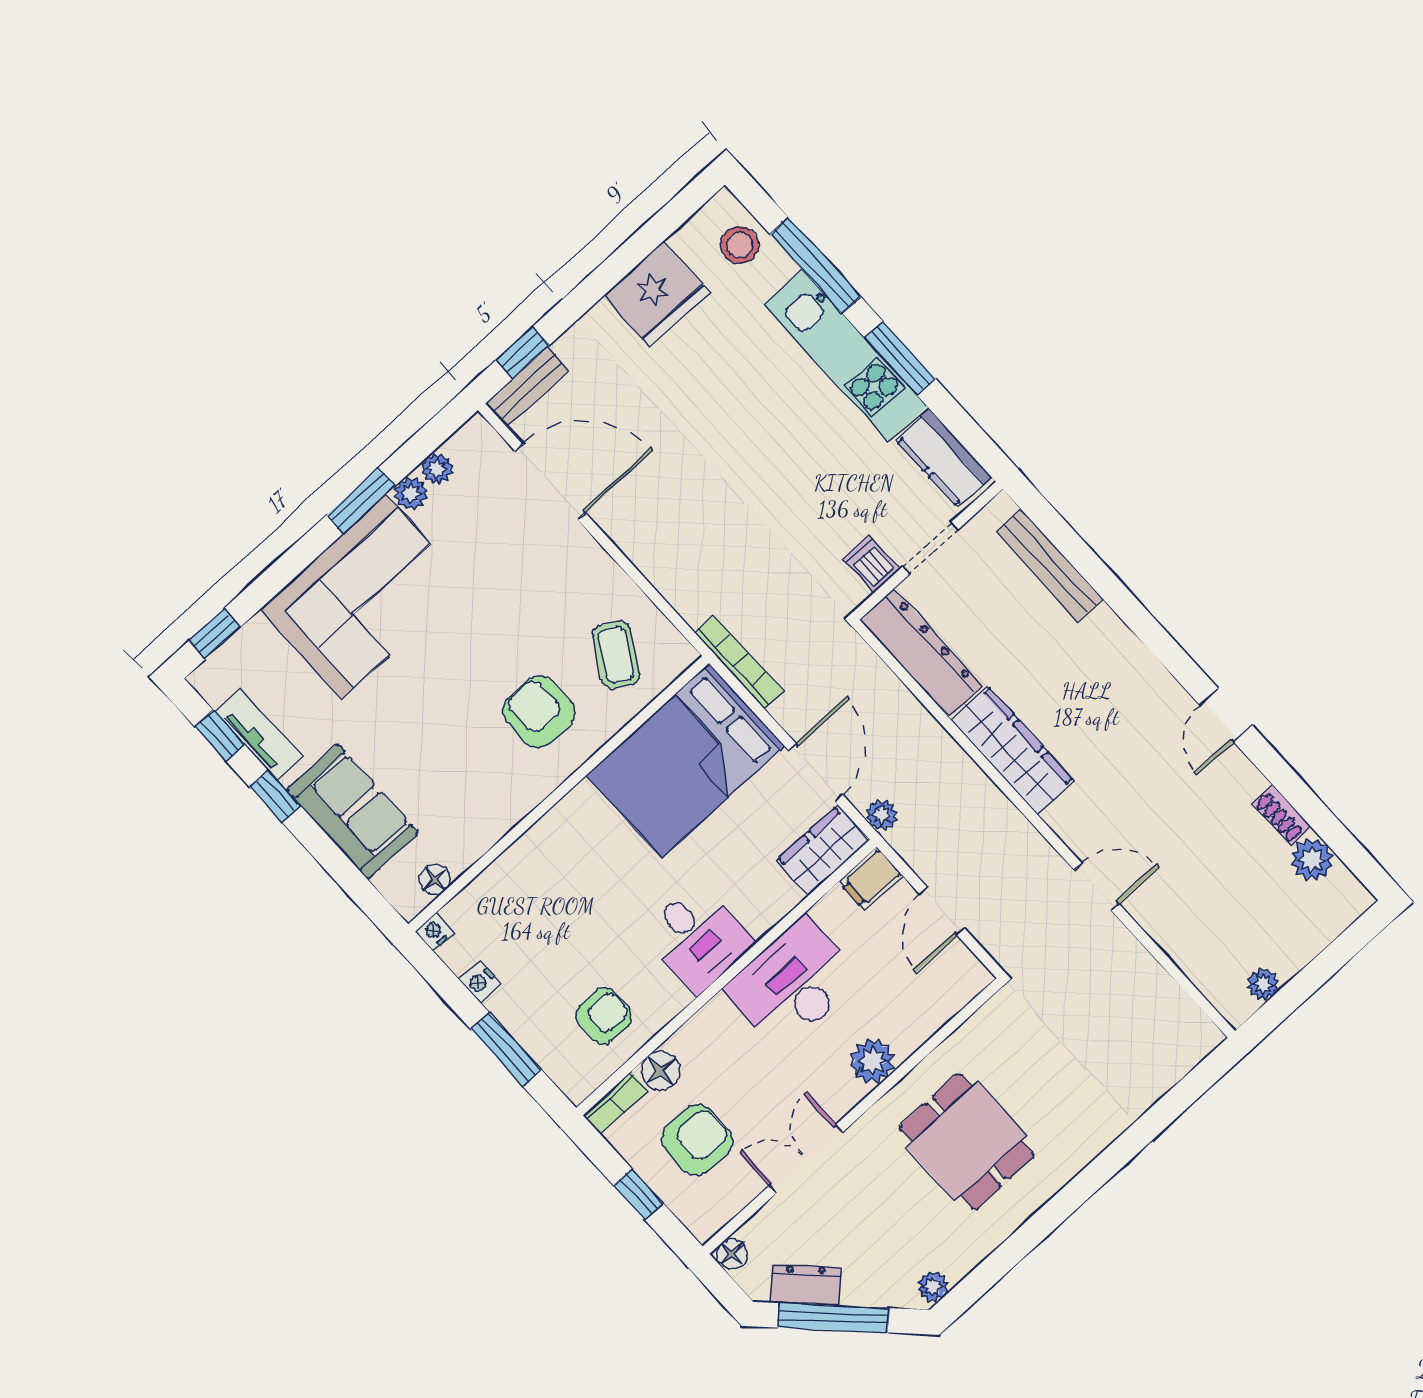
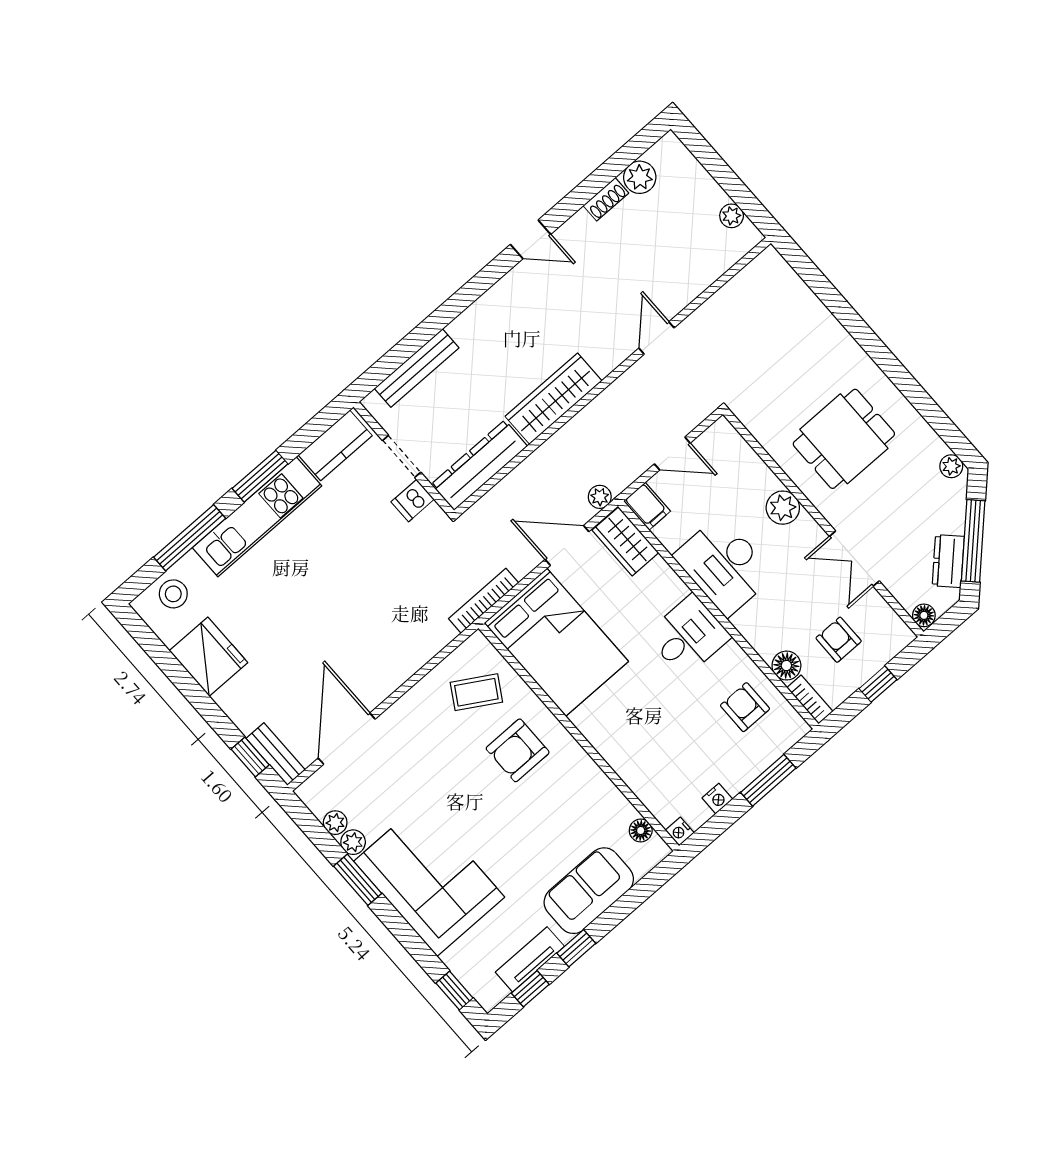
armchair: (697, 1140) -> (839, 640), width x0.72, depth x0.72

